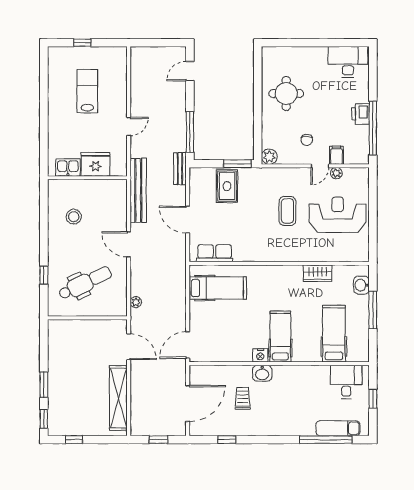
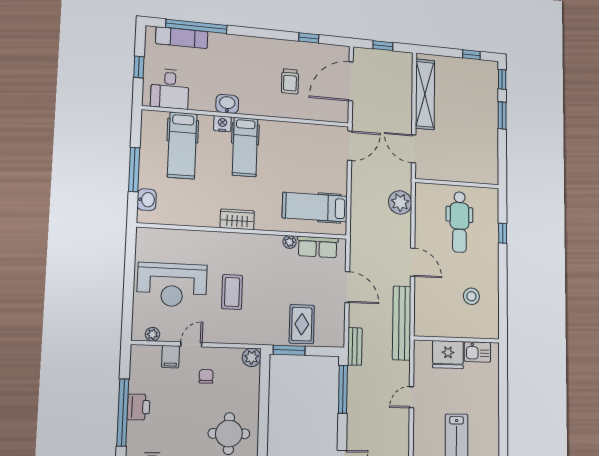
window: (373, 128) -> (123, 412), moved
plant: (336, 173) -> (153, 334), moved
plant: (239, 256) -> (290, 242), added
wardrobe: (318, 273) -> (237, 219), moved
dental chair: (85, 283) -> (459, 222), turned -64
plant: (136, 302) -> (400, 202), width x1.88, depth x1.88
nightstand: (260, 355) -> (222, 124), moved
washbasin: (262, 373) -> (227, 104), moved

